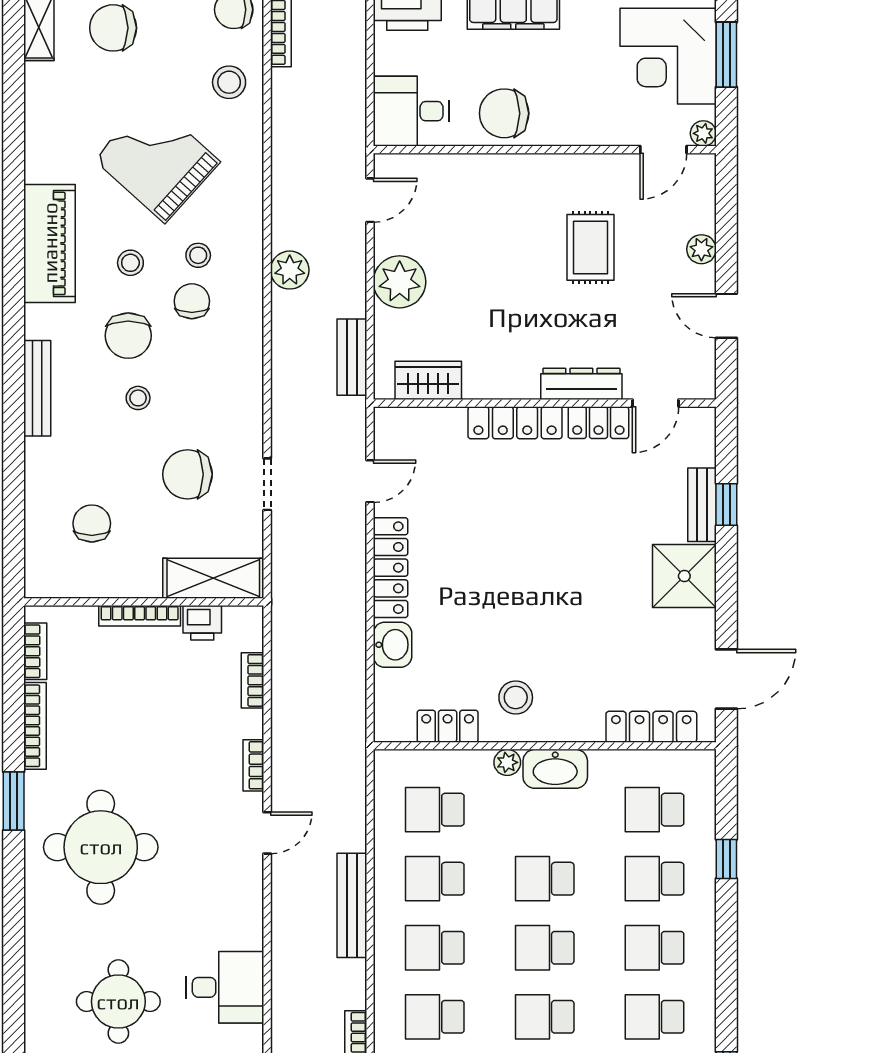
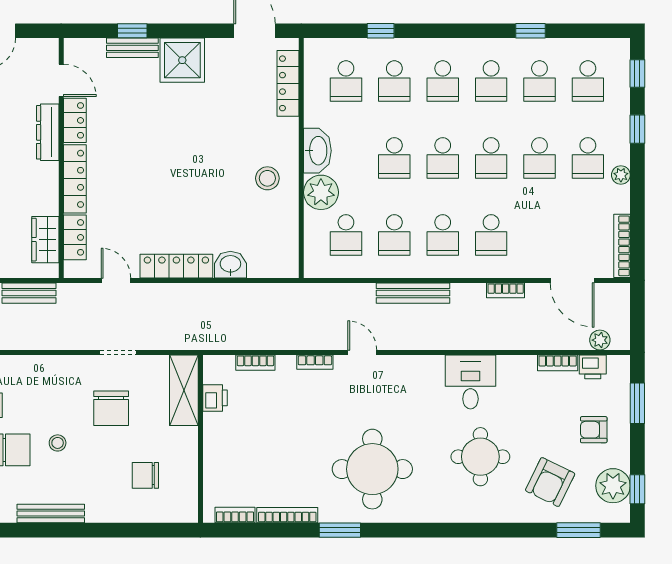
bookcase: (140, 616) -> (210, 442), removed
locker: (448, 726) -> (75, 237), moved, turned 180
plant: (507, 762) -> (321, 192), width x1.87, depth x1.87

